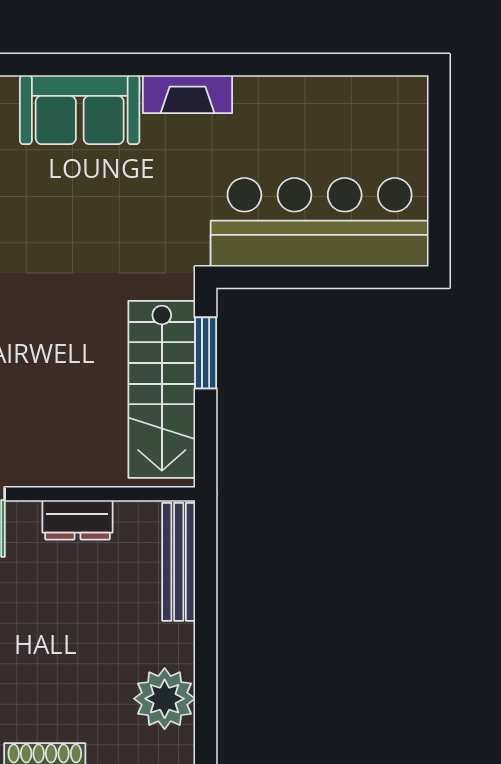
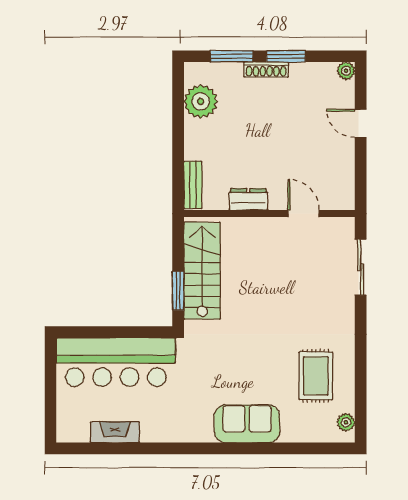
fireplace: (187, 94) -> (115, 432), moved
bench: (179, 562) -> (193, 185), width x0.73

